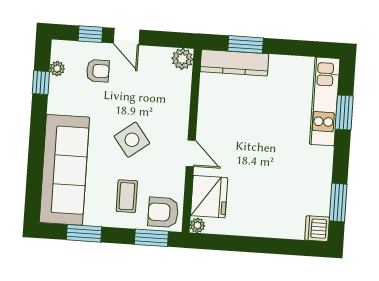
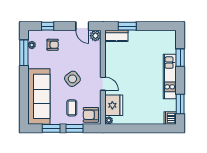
door: (127, 37) -> (82, 26), moved
kitchen counter: (234, 63) -> (116, 36), width x0.67
window: (41, 83) -> (24, 53), width x2.17
kitchen unit: (325, 101) -> (170, 76), moved
window: (151, 238) -> (74, 128), moved

